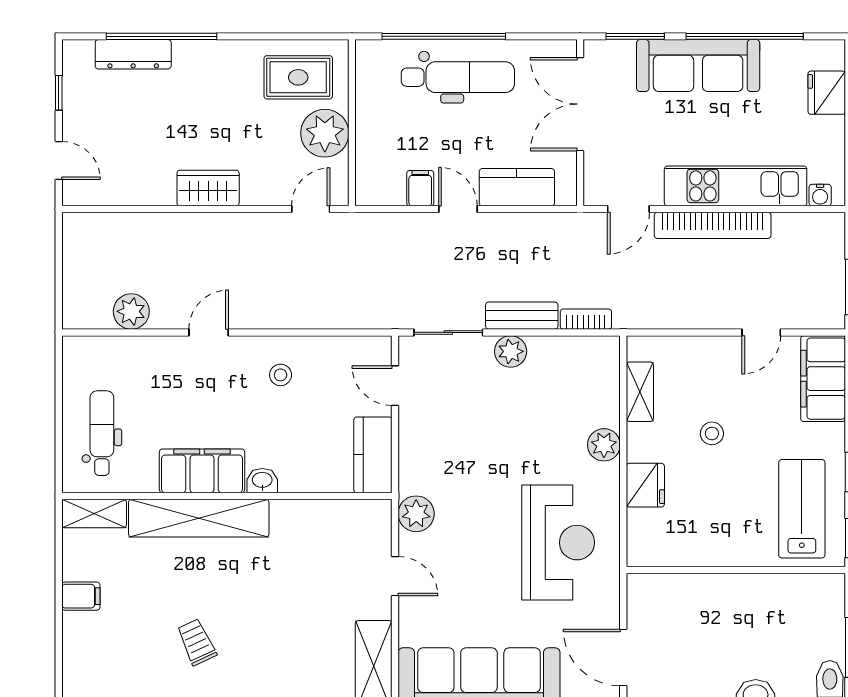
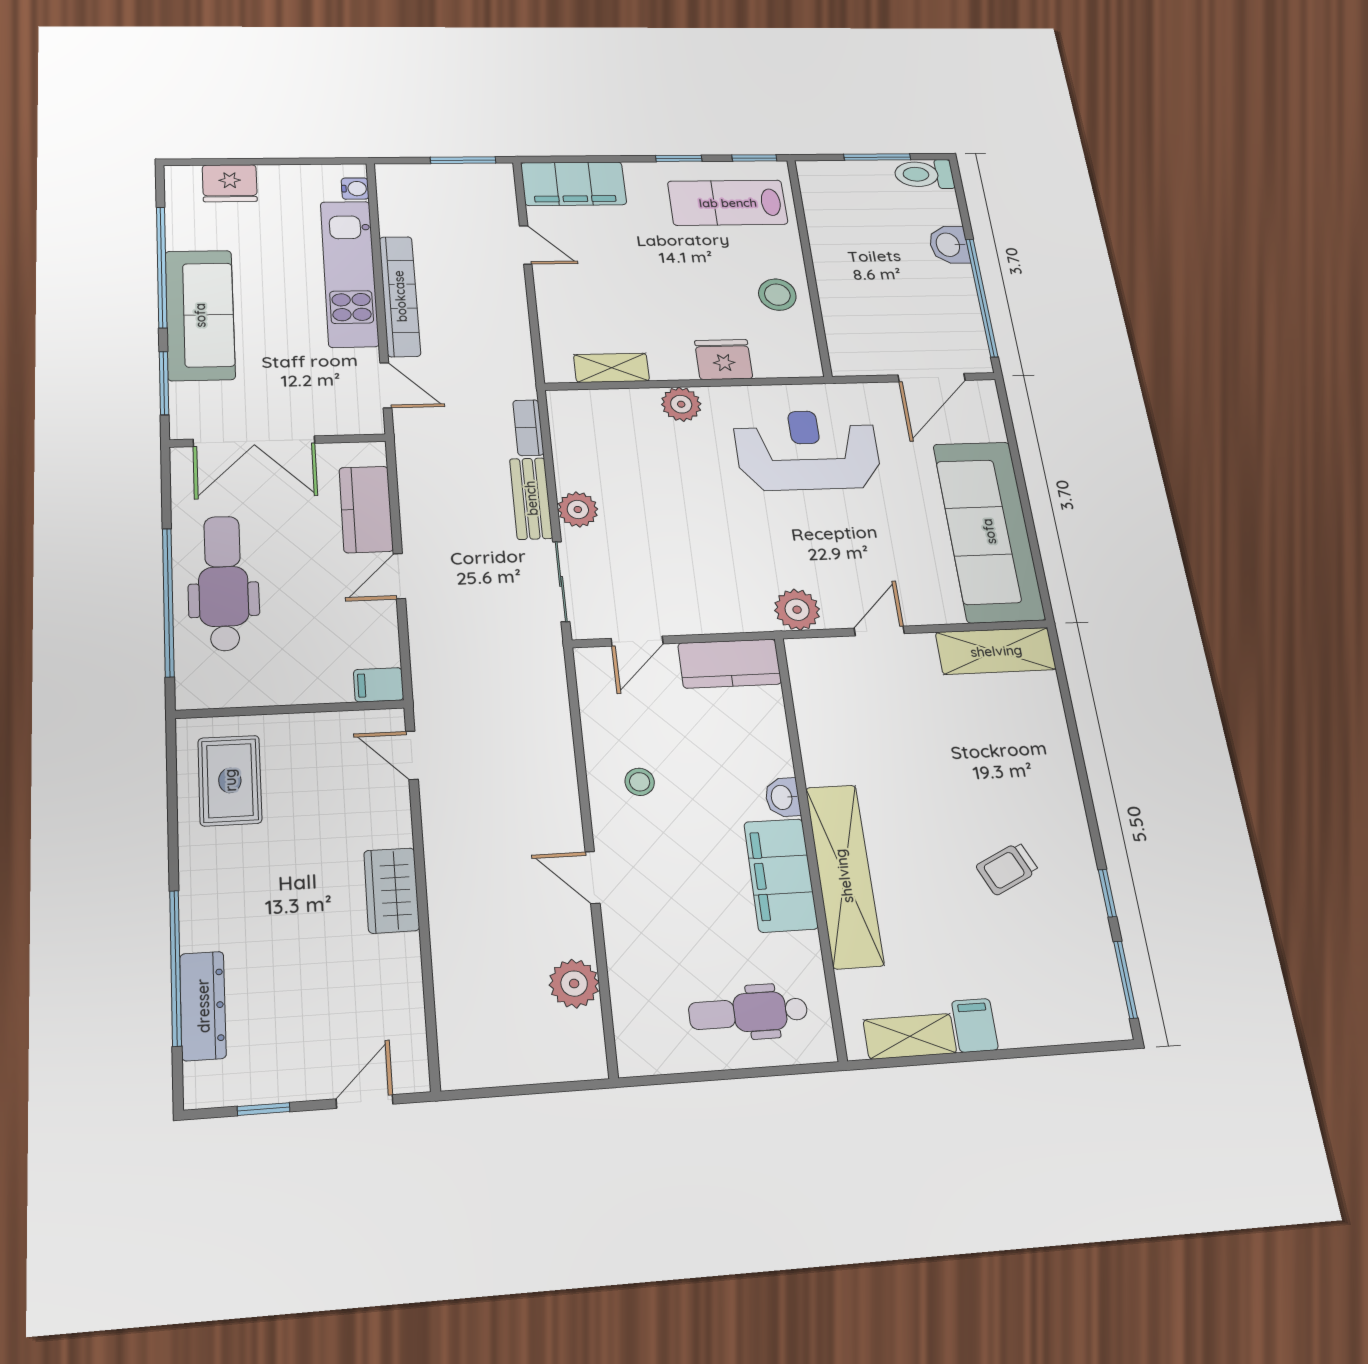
plant: (325, 133) -> (307, 743), removed
filing cabinet: (420, 188) -> (379, 685), moved
stool: (712, 433) -> (777, 295), moved, width x1.37, depth x1.37
shelving: (94, 514) -> (910, 1036), moved, turned 90

